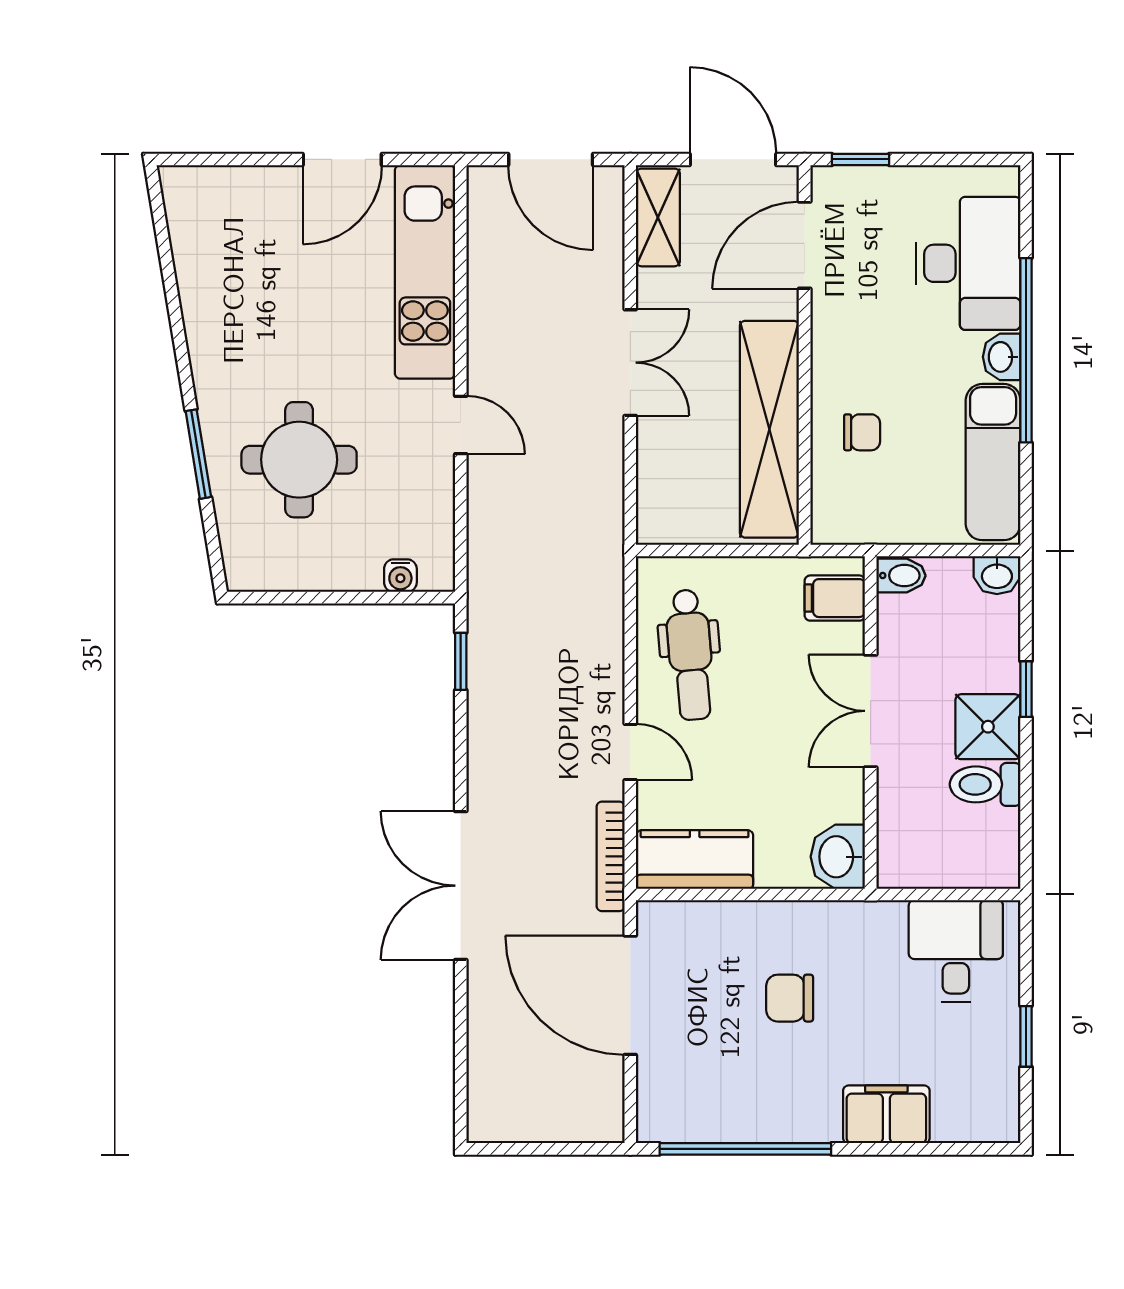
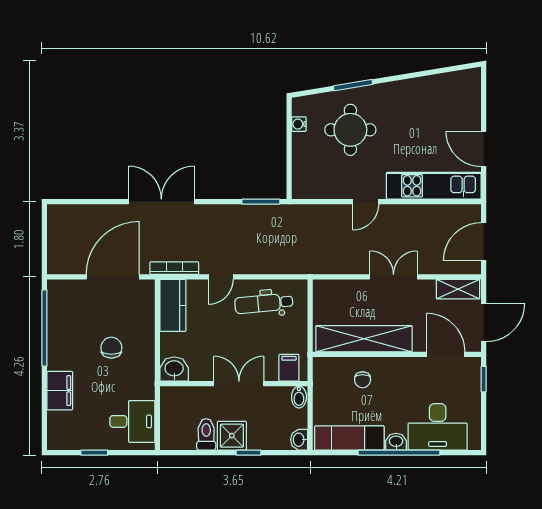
double door: (630, 363) -> (393, 277), swing flipped
water cooler: (400, 576) -> (299, 124), moved
window: (461, 661) -> (261, 202), width x1.50

